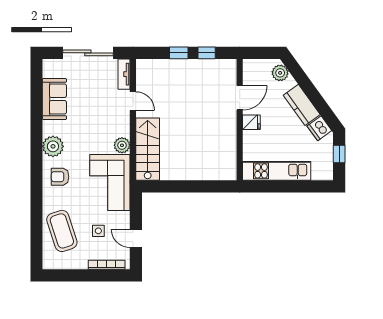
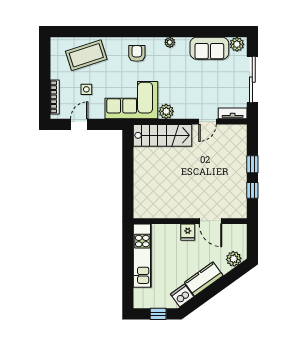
plant: (50, 69) -> (237, 44), added
plant: (53, 146) -> (170, 42), width x0.53, depth x0.53

